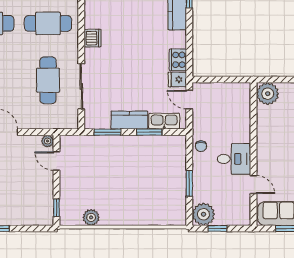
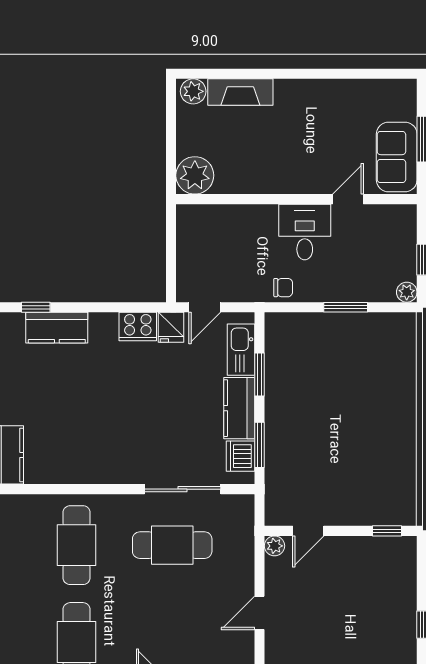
dishwasher: (93, 38) -> (240, 456), moved, turned -90
plant: (203, 214) -> (407, 292), width x0.53, depth x0.53
plant: (91, 217) -> (403, 473), removed

